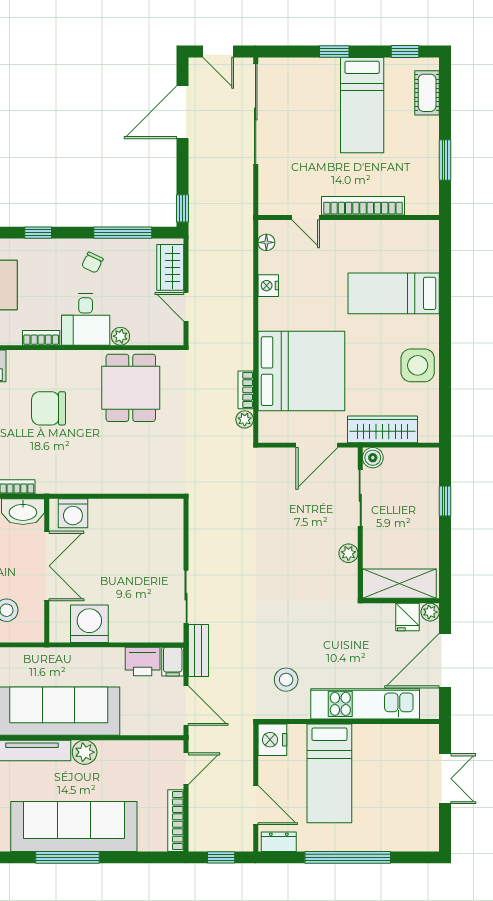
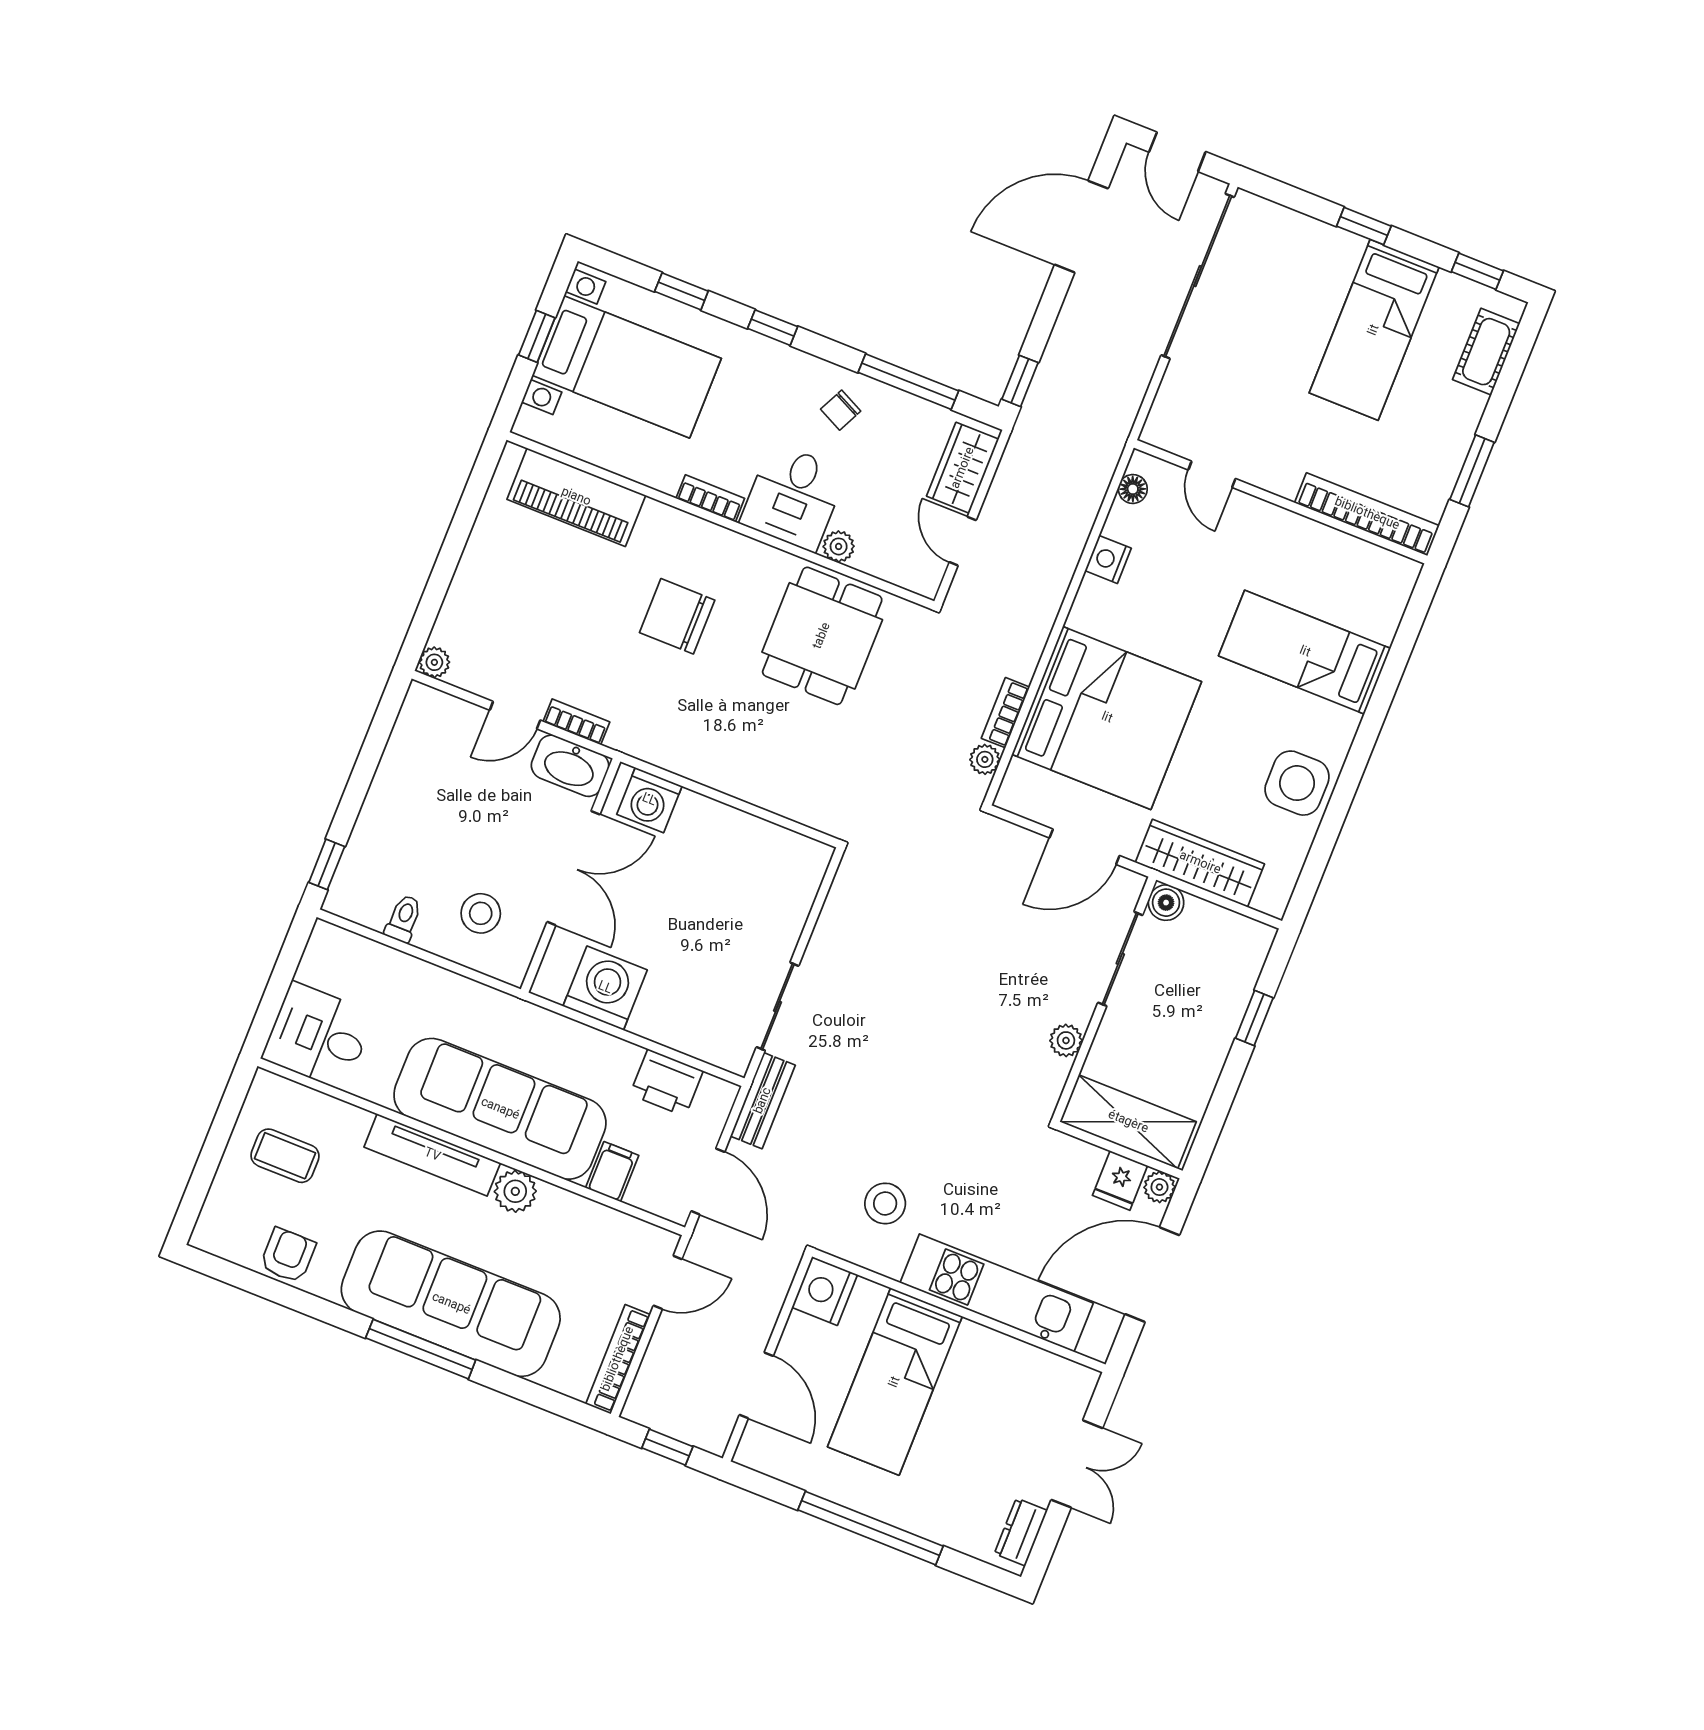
bookcase: (363, 206) -> (1367, 514), moved
filing cabinet: (173, 662) -> (612, 1172), moved, turned 180
dresser: (279, 842) -> (1021, 1532), moved, turned -90

